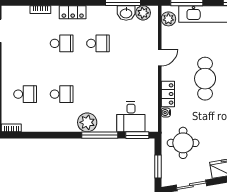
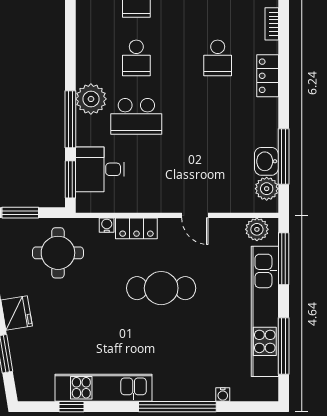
school desk: (98, 43) -> (136, 116), moved, width x1.85

